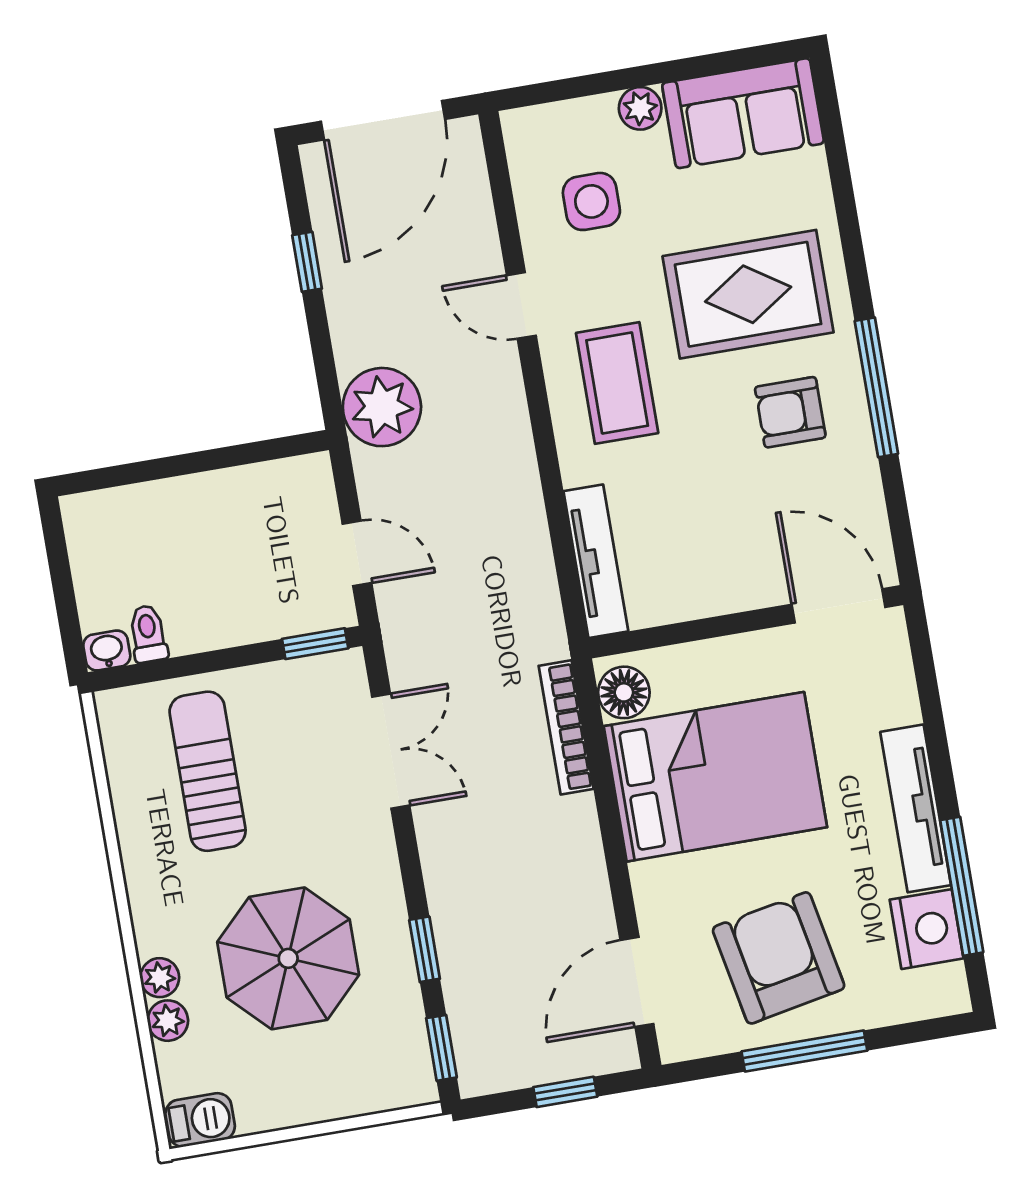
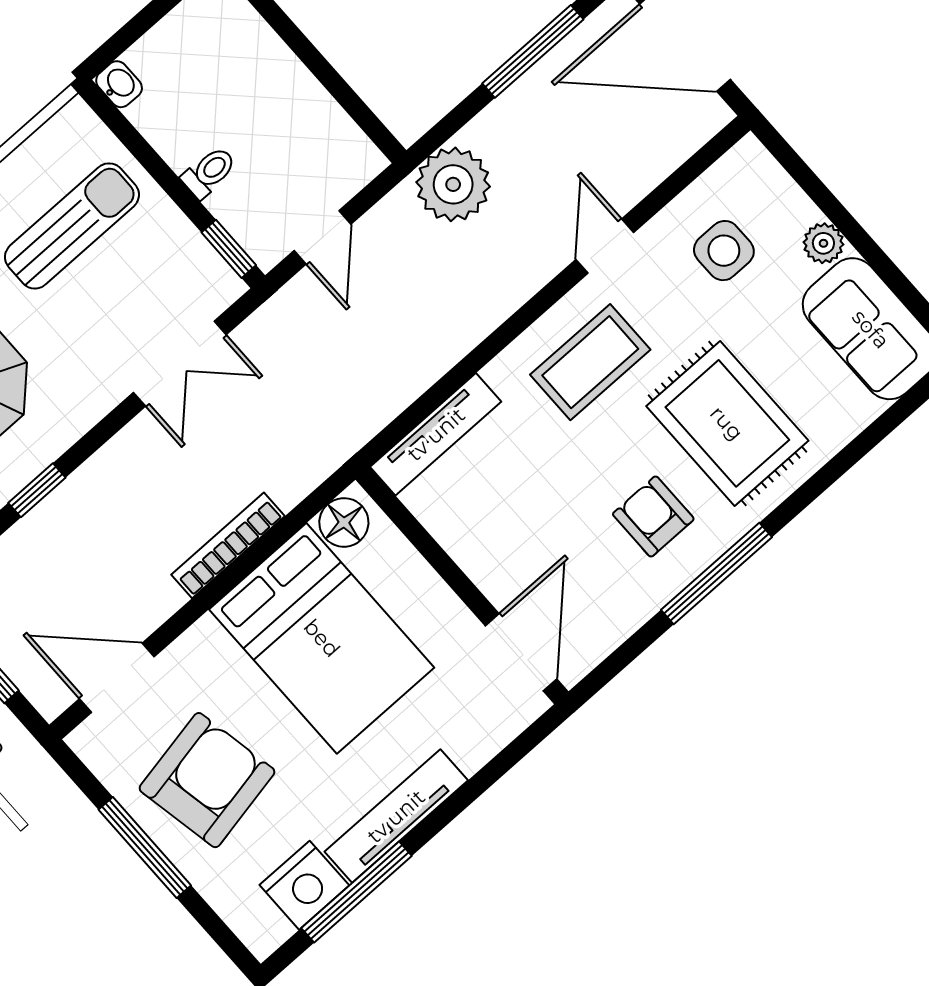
window: (307, 262) -> (533, 51), width x2.17
toilet: (148, 634) -> (209, 172), moved
bookcase: (566, 727) -> (228, 545), moved

